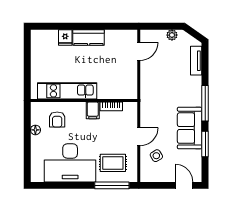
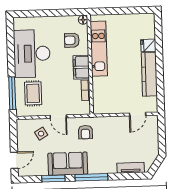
plant: (172, 35) -> (154, 145), removed
kitchen counter: (89, 37) -> (149, 74), width x1.50
door: (139, 51) -> (138, 114), hinge flipped
armchair: (156, 108) -> (85, 132), added
filing cabinet: (93, 110) -> (81, 67), width x2.00
floor lamp: (35, 130) -> (83, 20), moved

